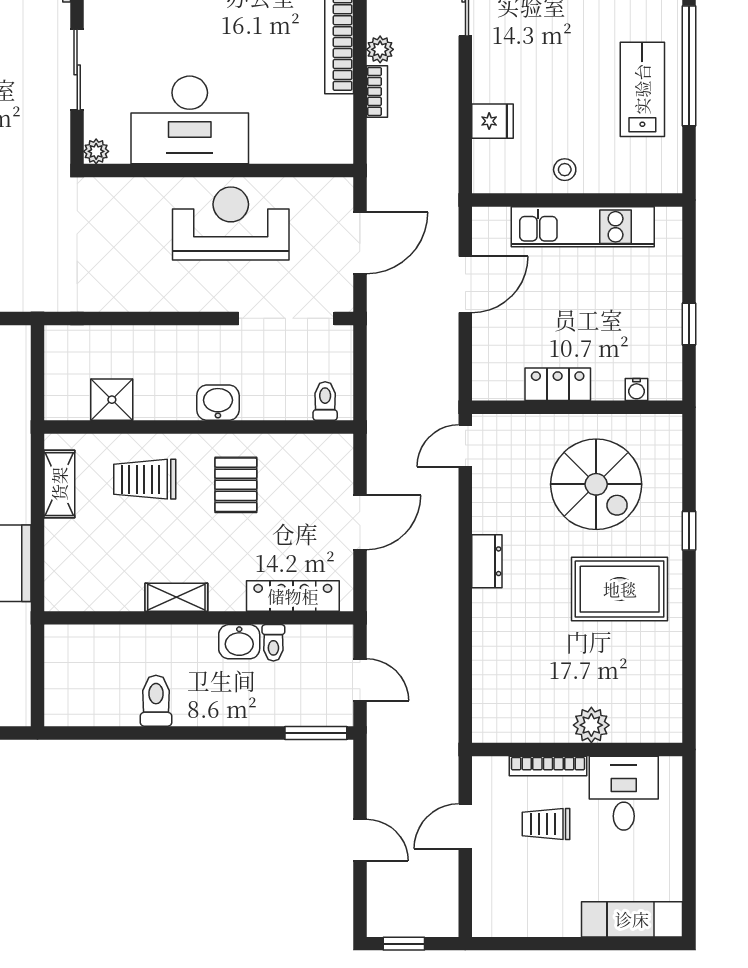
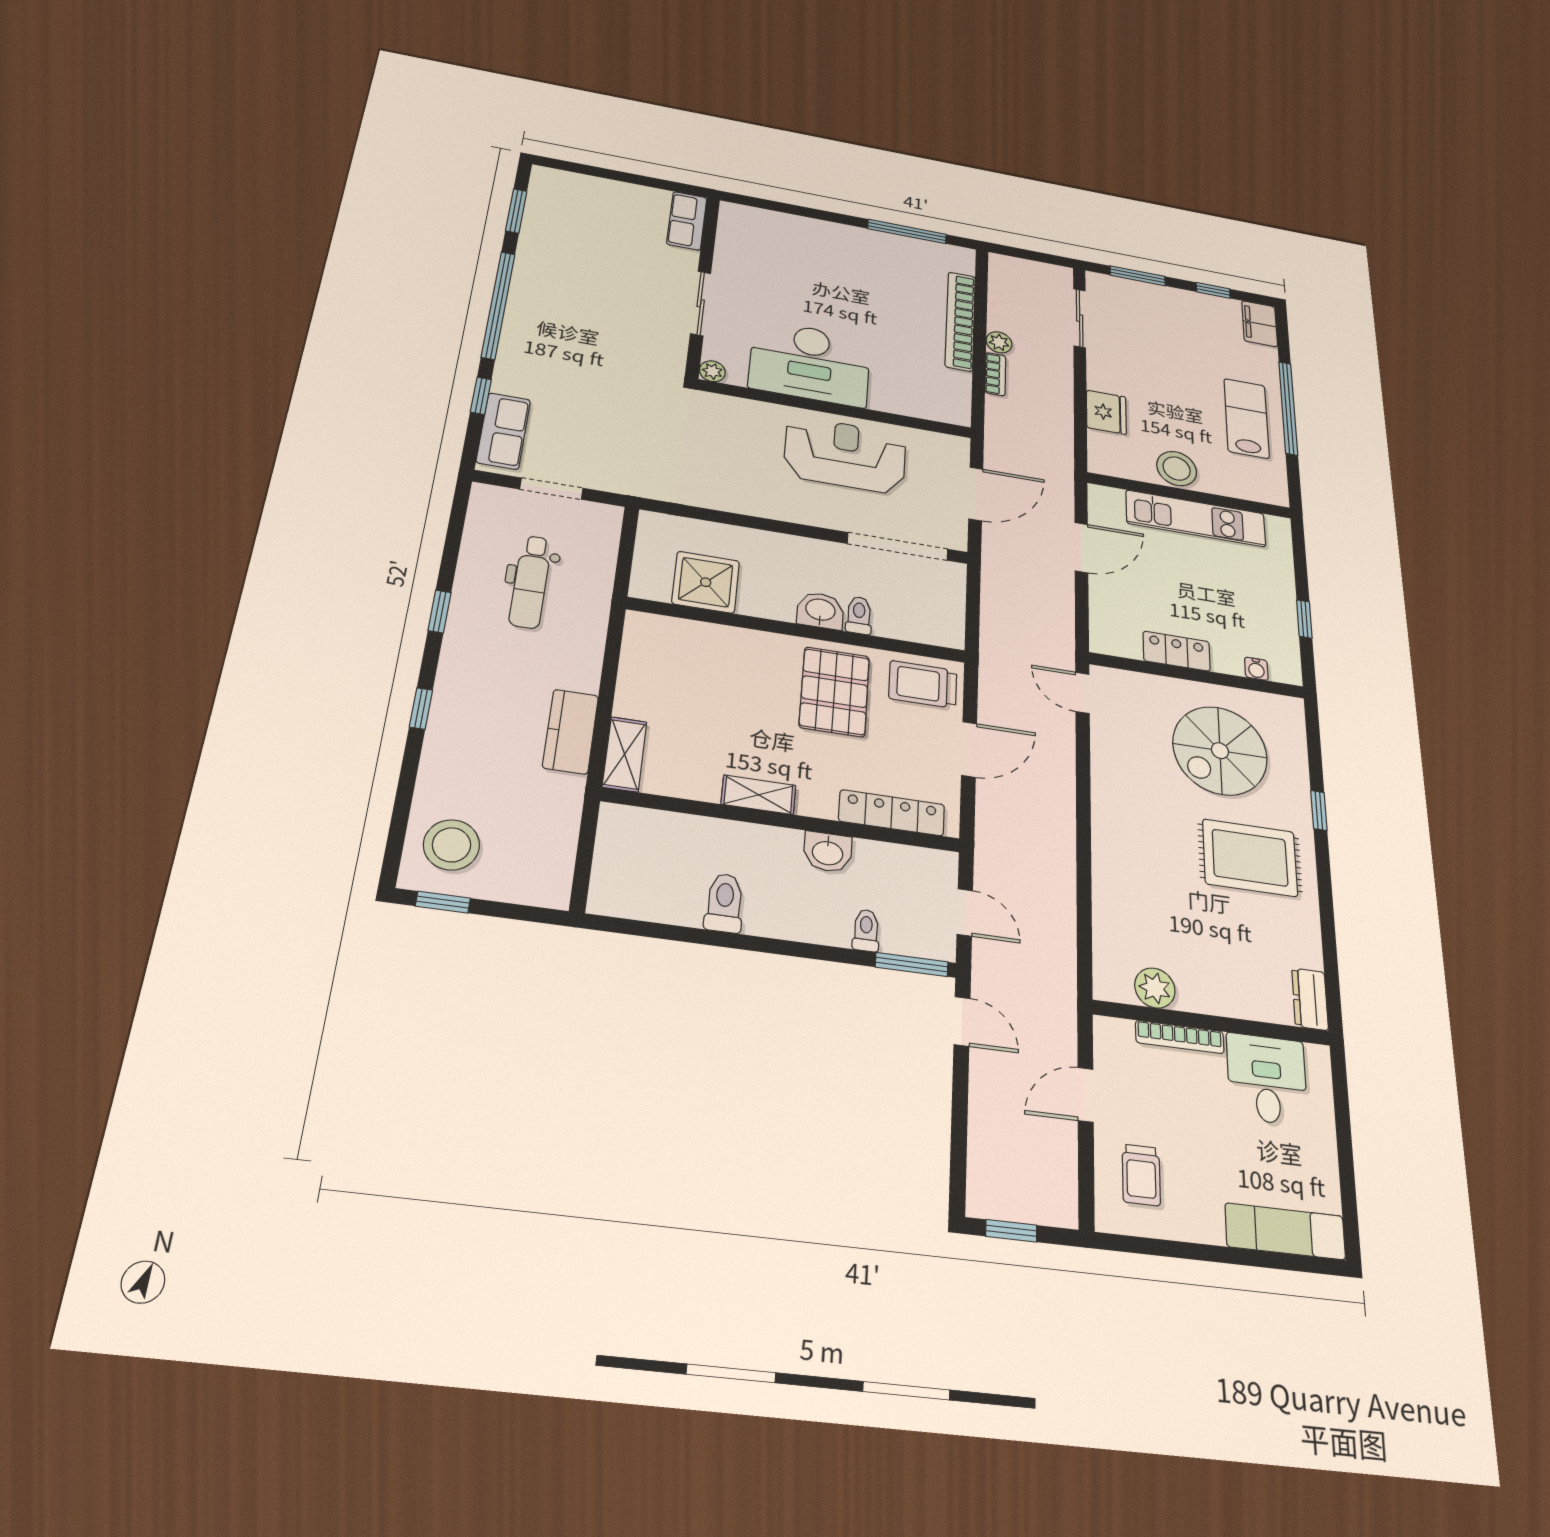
fridge: (492, 121) -> (1106, 412), width x1.38
stool: (565, 170) -> (1177, 469), width x1.89, depth x1.89
shower: (112, 400) -> (706, 582), width x1.36, depth x1.36
toilet: (325, 401) -> (859, 615), moved
door: (465, 446) -> (1082, 693), hinge flipped
trolley: (145, 479) -> (923, 684), moved
shelving: (59, 484) -> (625, 754), moved
spiral stairs: (596, 484) -> (1220, 751), turned 90
pallet: (236, 485) -> (834, 692), width x1.50, depth x1.42
dresser: (487, 561) -> (1310, 999), moved, turned 180
toilet: (273, 643) -> (866, 930), moved, turned 180
plant: (591, 725) -> (1155, 988), moved
trolley: (546, 824) -> (1141, 1175), moved, turned -90
door: (360, 840) -> (962, 1021), moved

